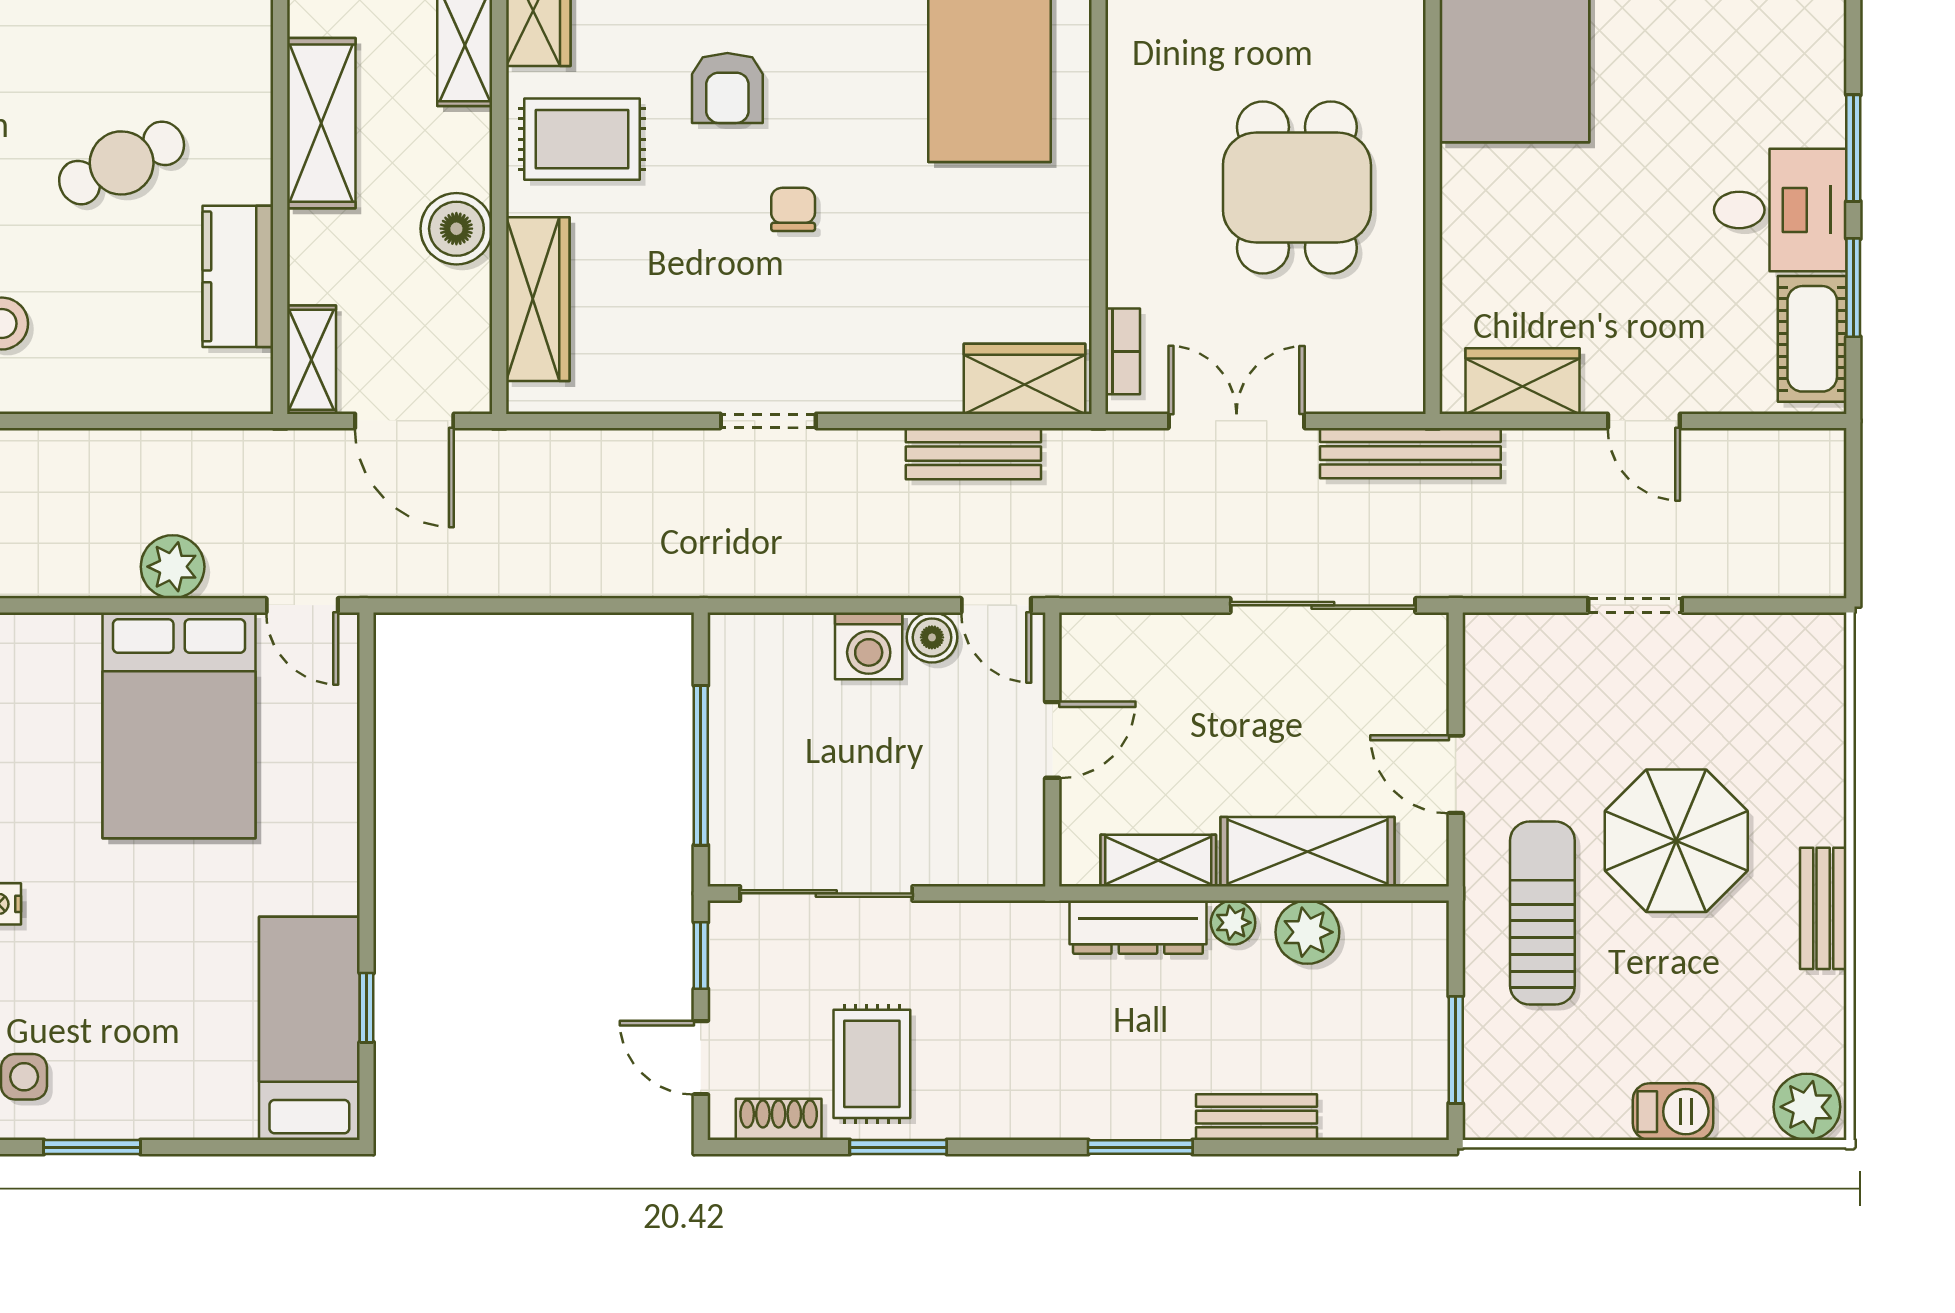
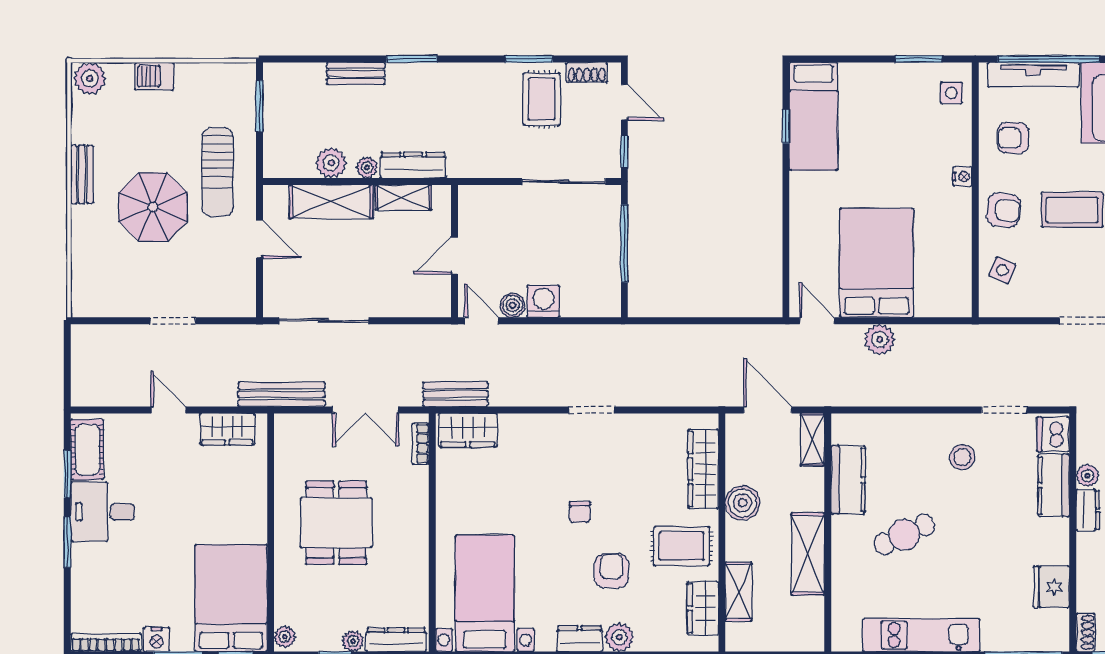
bench: (973, 454) -> (456, 394), moved

